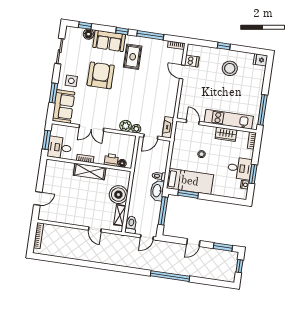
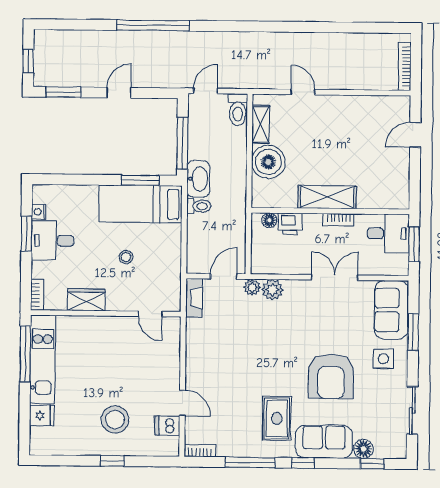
fridge: (260, 60) -> (42, 415), moved
stool: (230, 68) -> (115, 420), moved
kitchen unit: (229, 119) -> (43, 359), moved, turned -90

